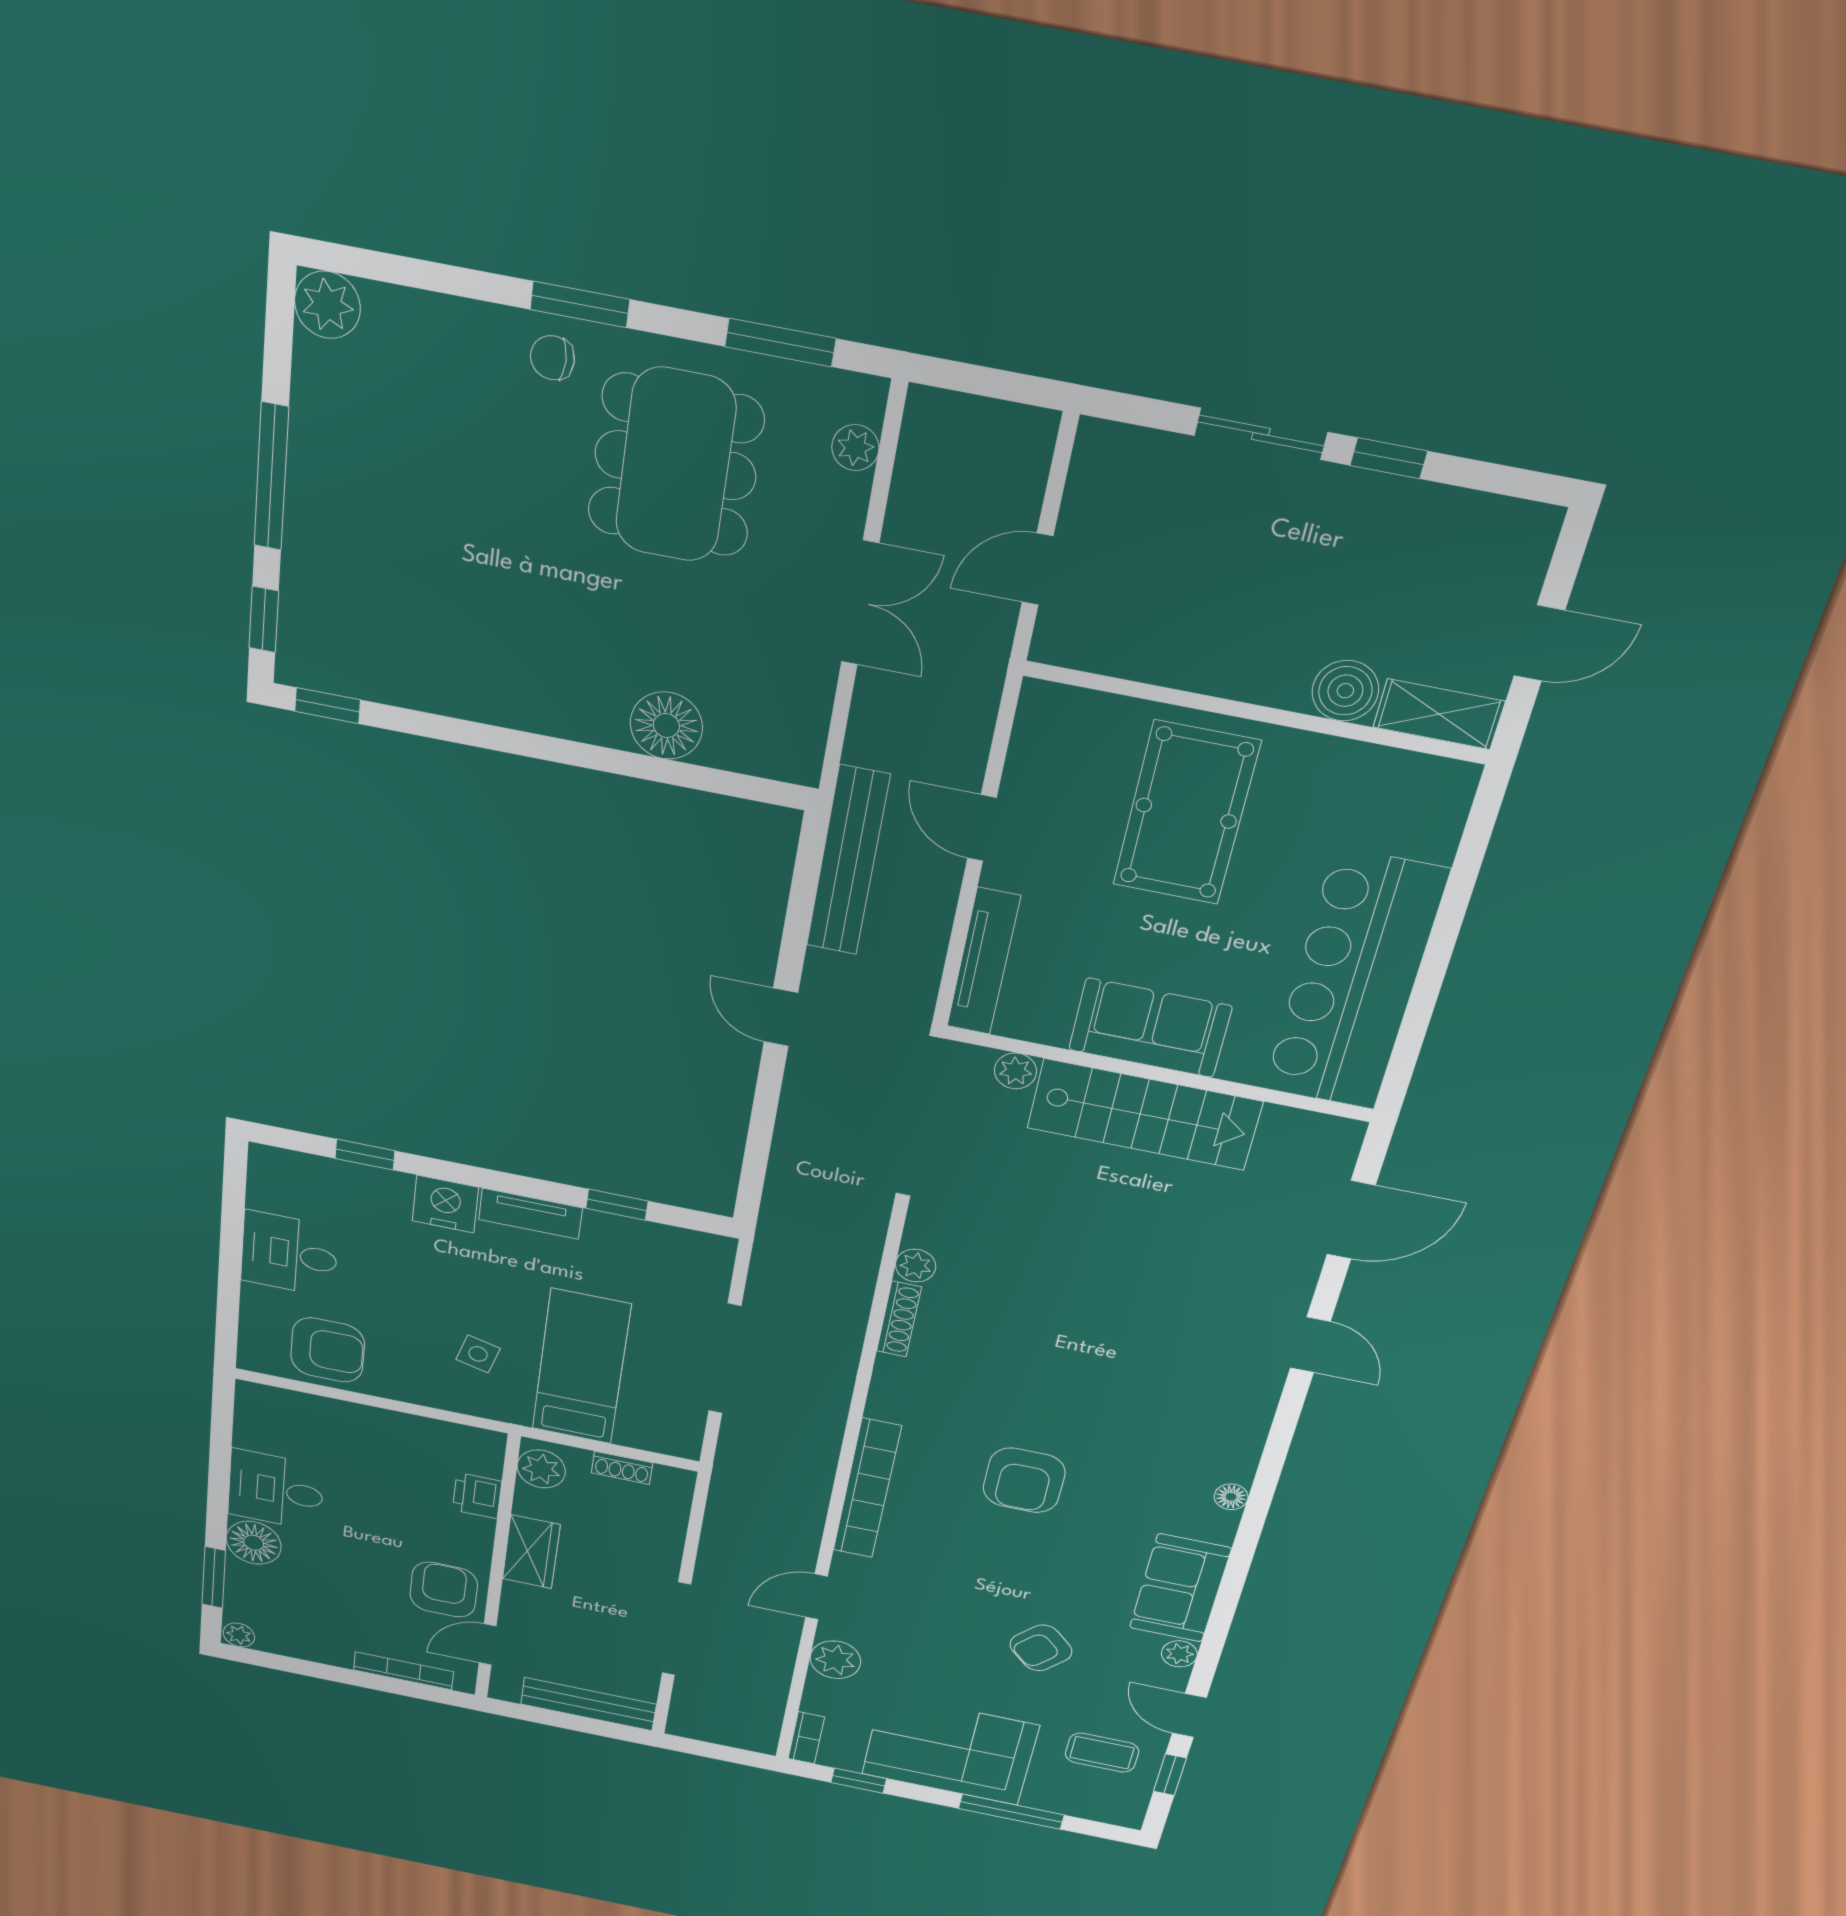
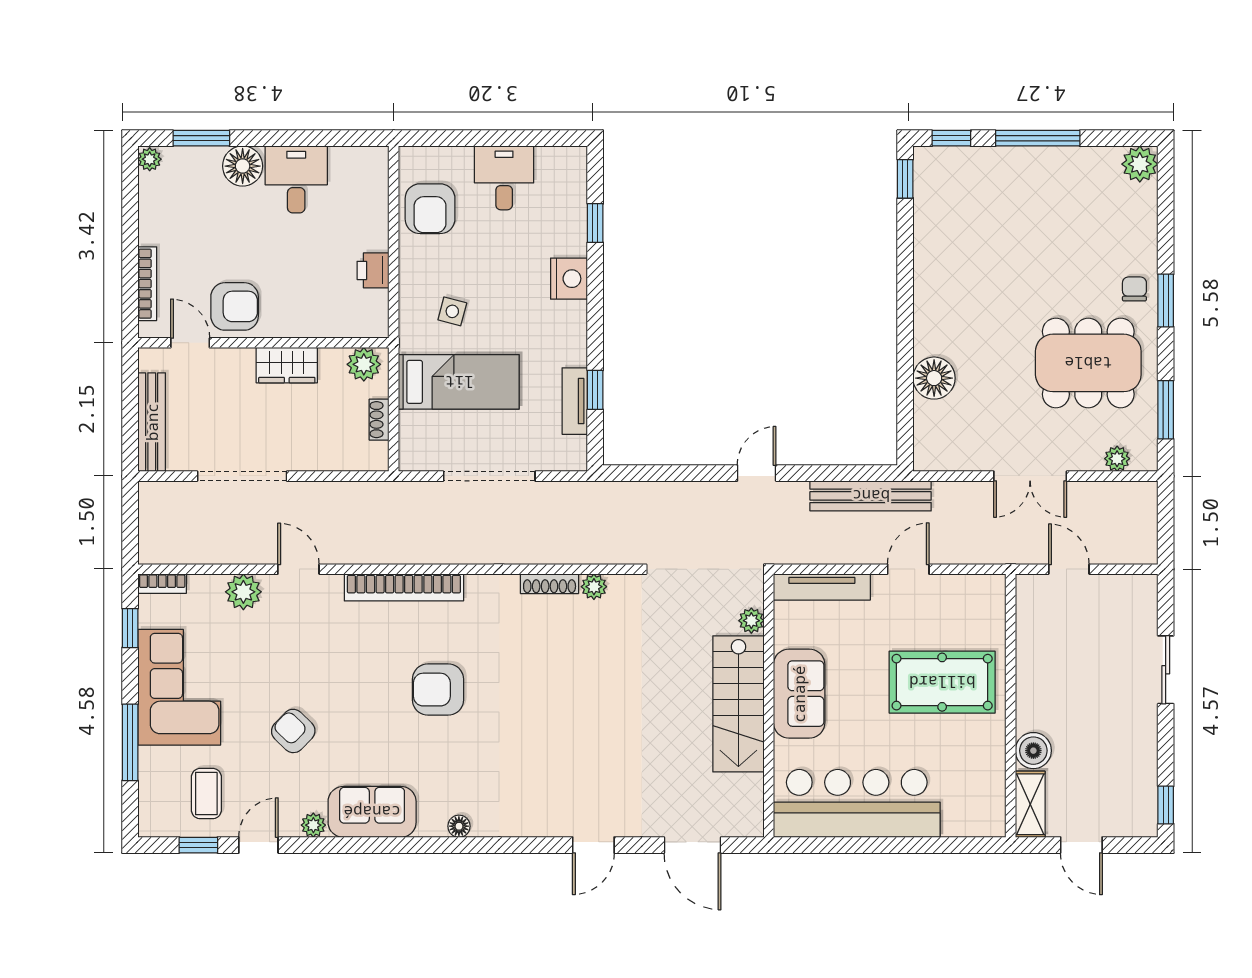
window: (1389, 458) -> (1166, 805), moved
tv unit: (530, 1214) -> (575, 401), moved
printer: (477, 1496) -> (373, 270), moved, turned -90

